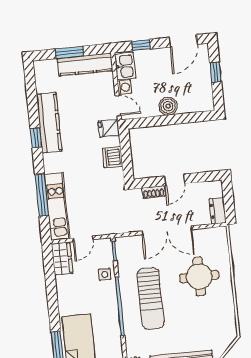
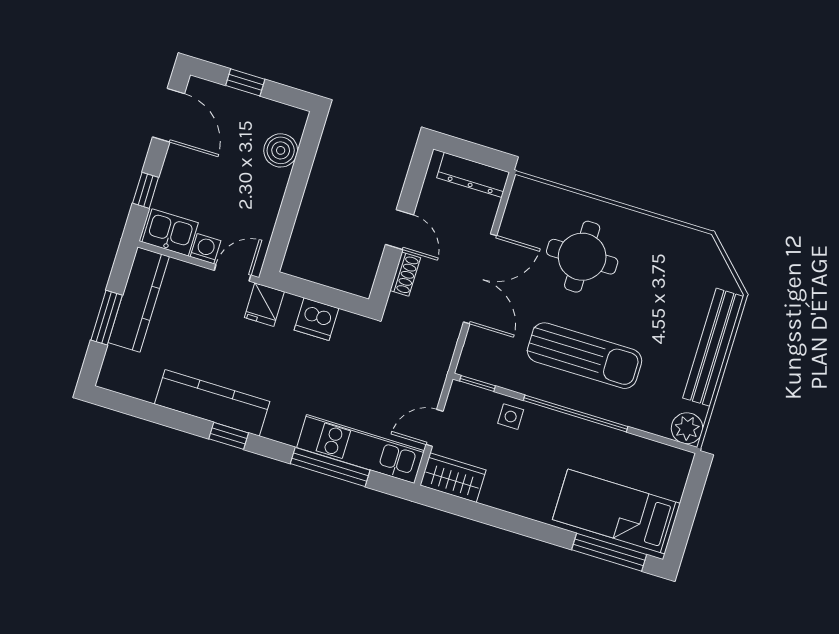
boiler: (168, 106) -> (281, 150), moved
dresser: (218, 211) -> (473, 175), width x1.44
door: (83, 239) -> (434, 428), swing flipped

